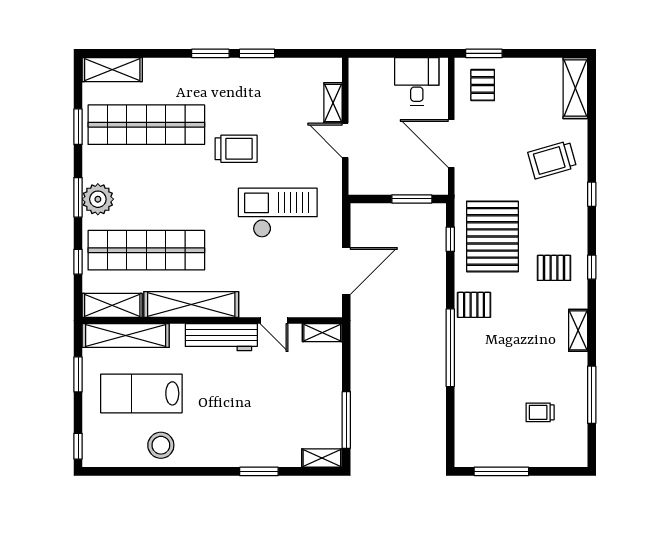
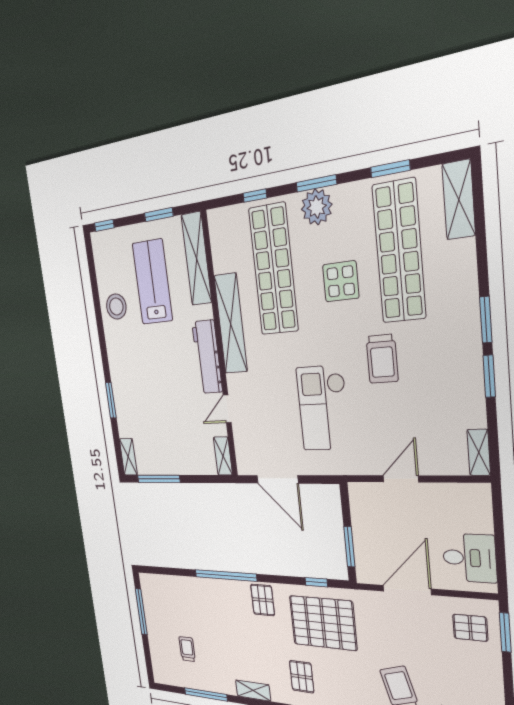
shelving: (333, 103) -> (479, 452), moved, turned 90
display table: (165, 182) -> (341, 281), added
checkout: (278, 213) -> (323, 408), turned 180
shelving: (112, 305) -> (220, 240), removed

